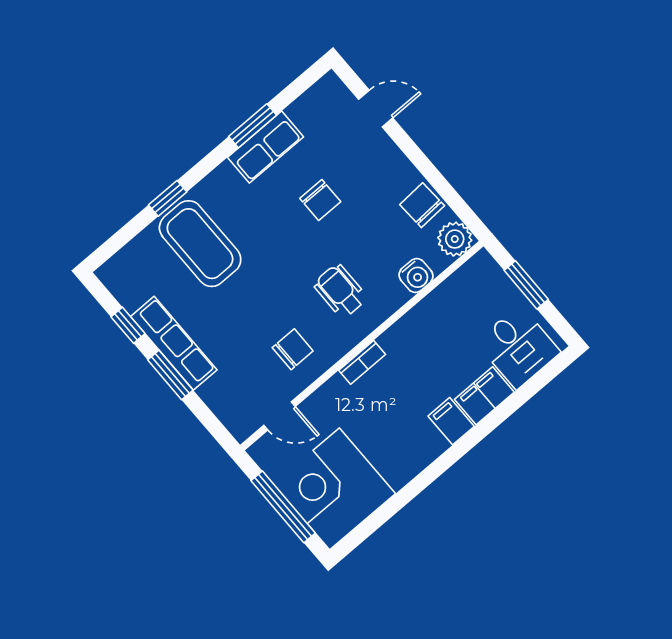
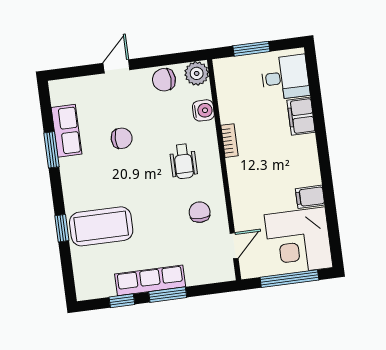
door: (376, 109) -> (116, 66), moved
row of seats: (265, 147) -> (67, 131), moved
wheelchair: (340, 291) -> (183, 161), turned -90
bookcase: (362, 362) -> (229, 141), moved
filing cabinet: (451, 421) -> (310, 197), moved

